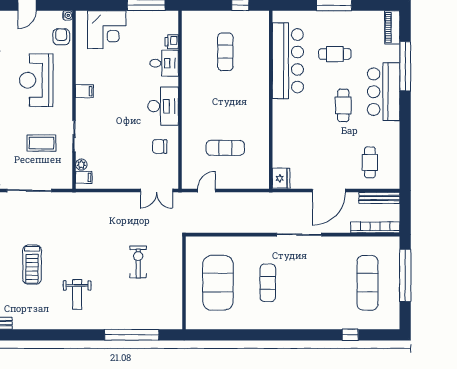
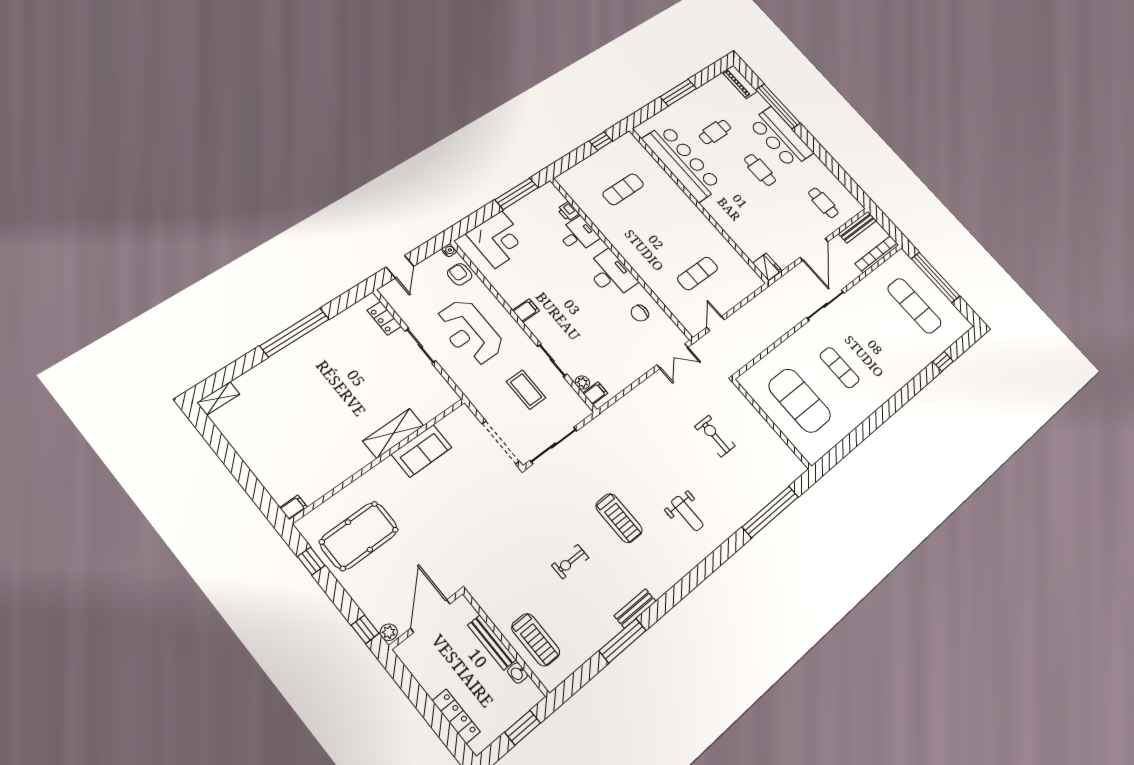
exercise mat: (225, 52) -> (623, 189), turned 90
coffee table: (41, 143) -> (526, 390), turned 90

